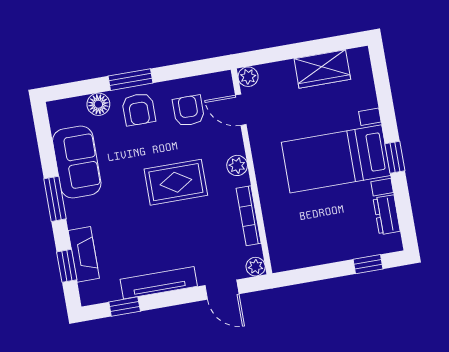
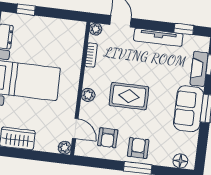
floor lamp: (98, 104) -> (180, 161), moved
sofa: (77, 162) -> (189, 109), moved
bookcase: (249, 216) -> (91, 55), width x0.64

